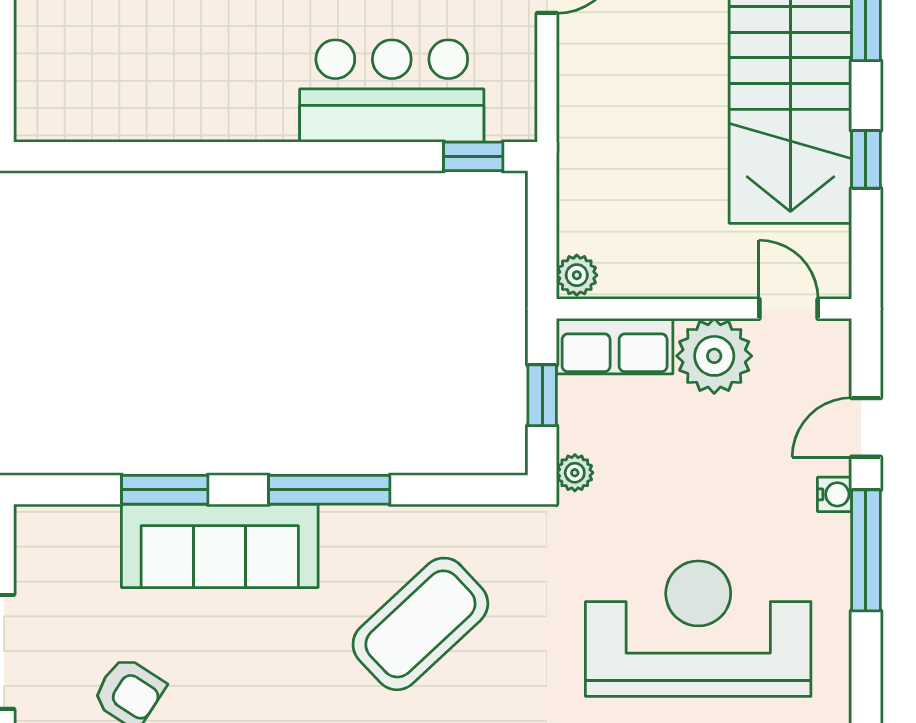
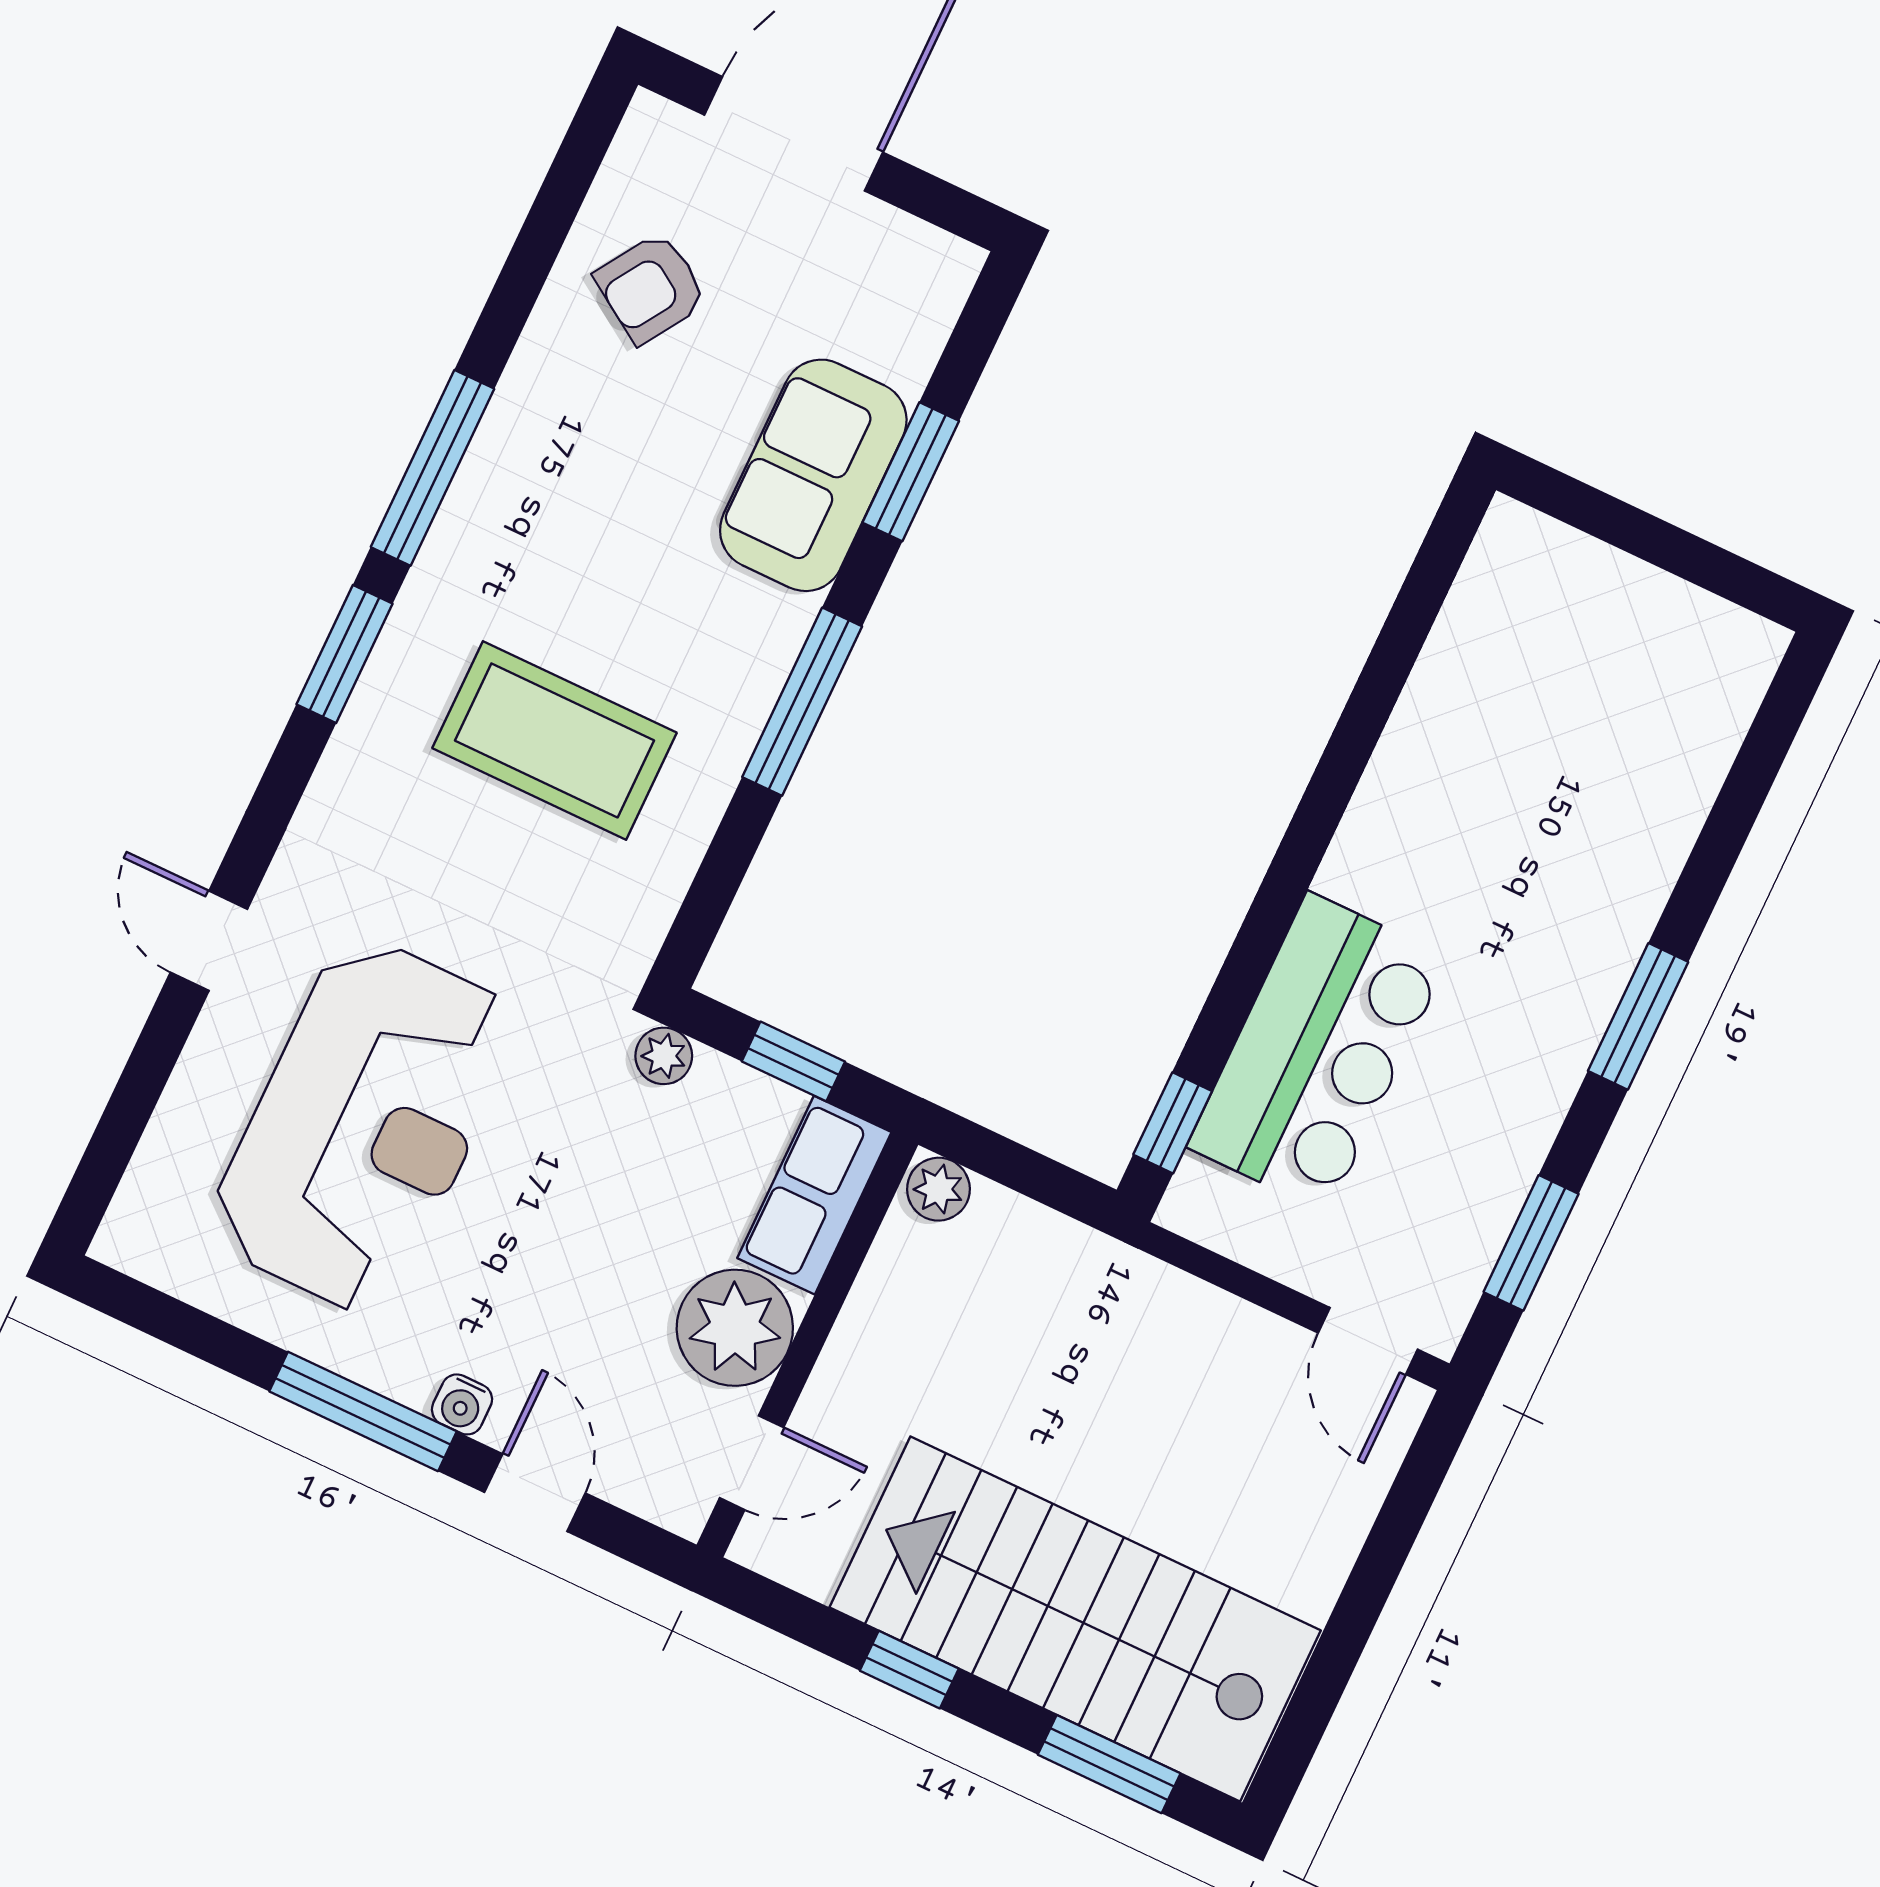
sofa: (220, 546) -> (813, 475), width x0.73
coffee table: (420, 624) -> (554, 740), turned -47

